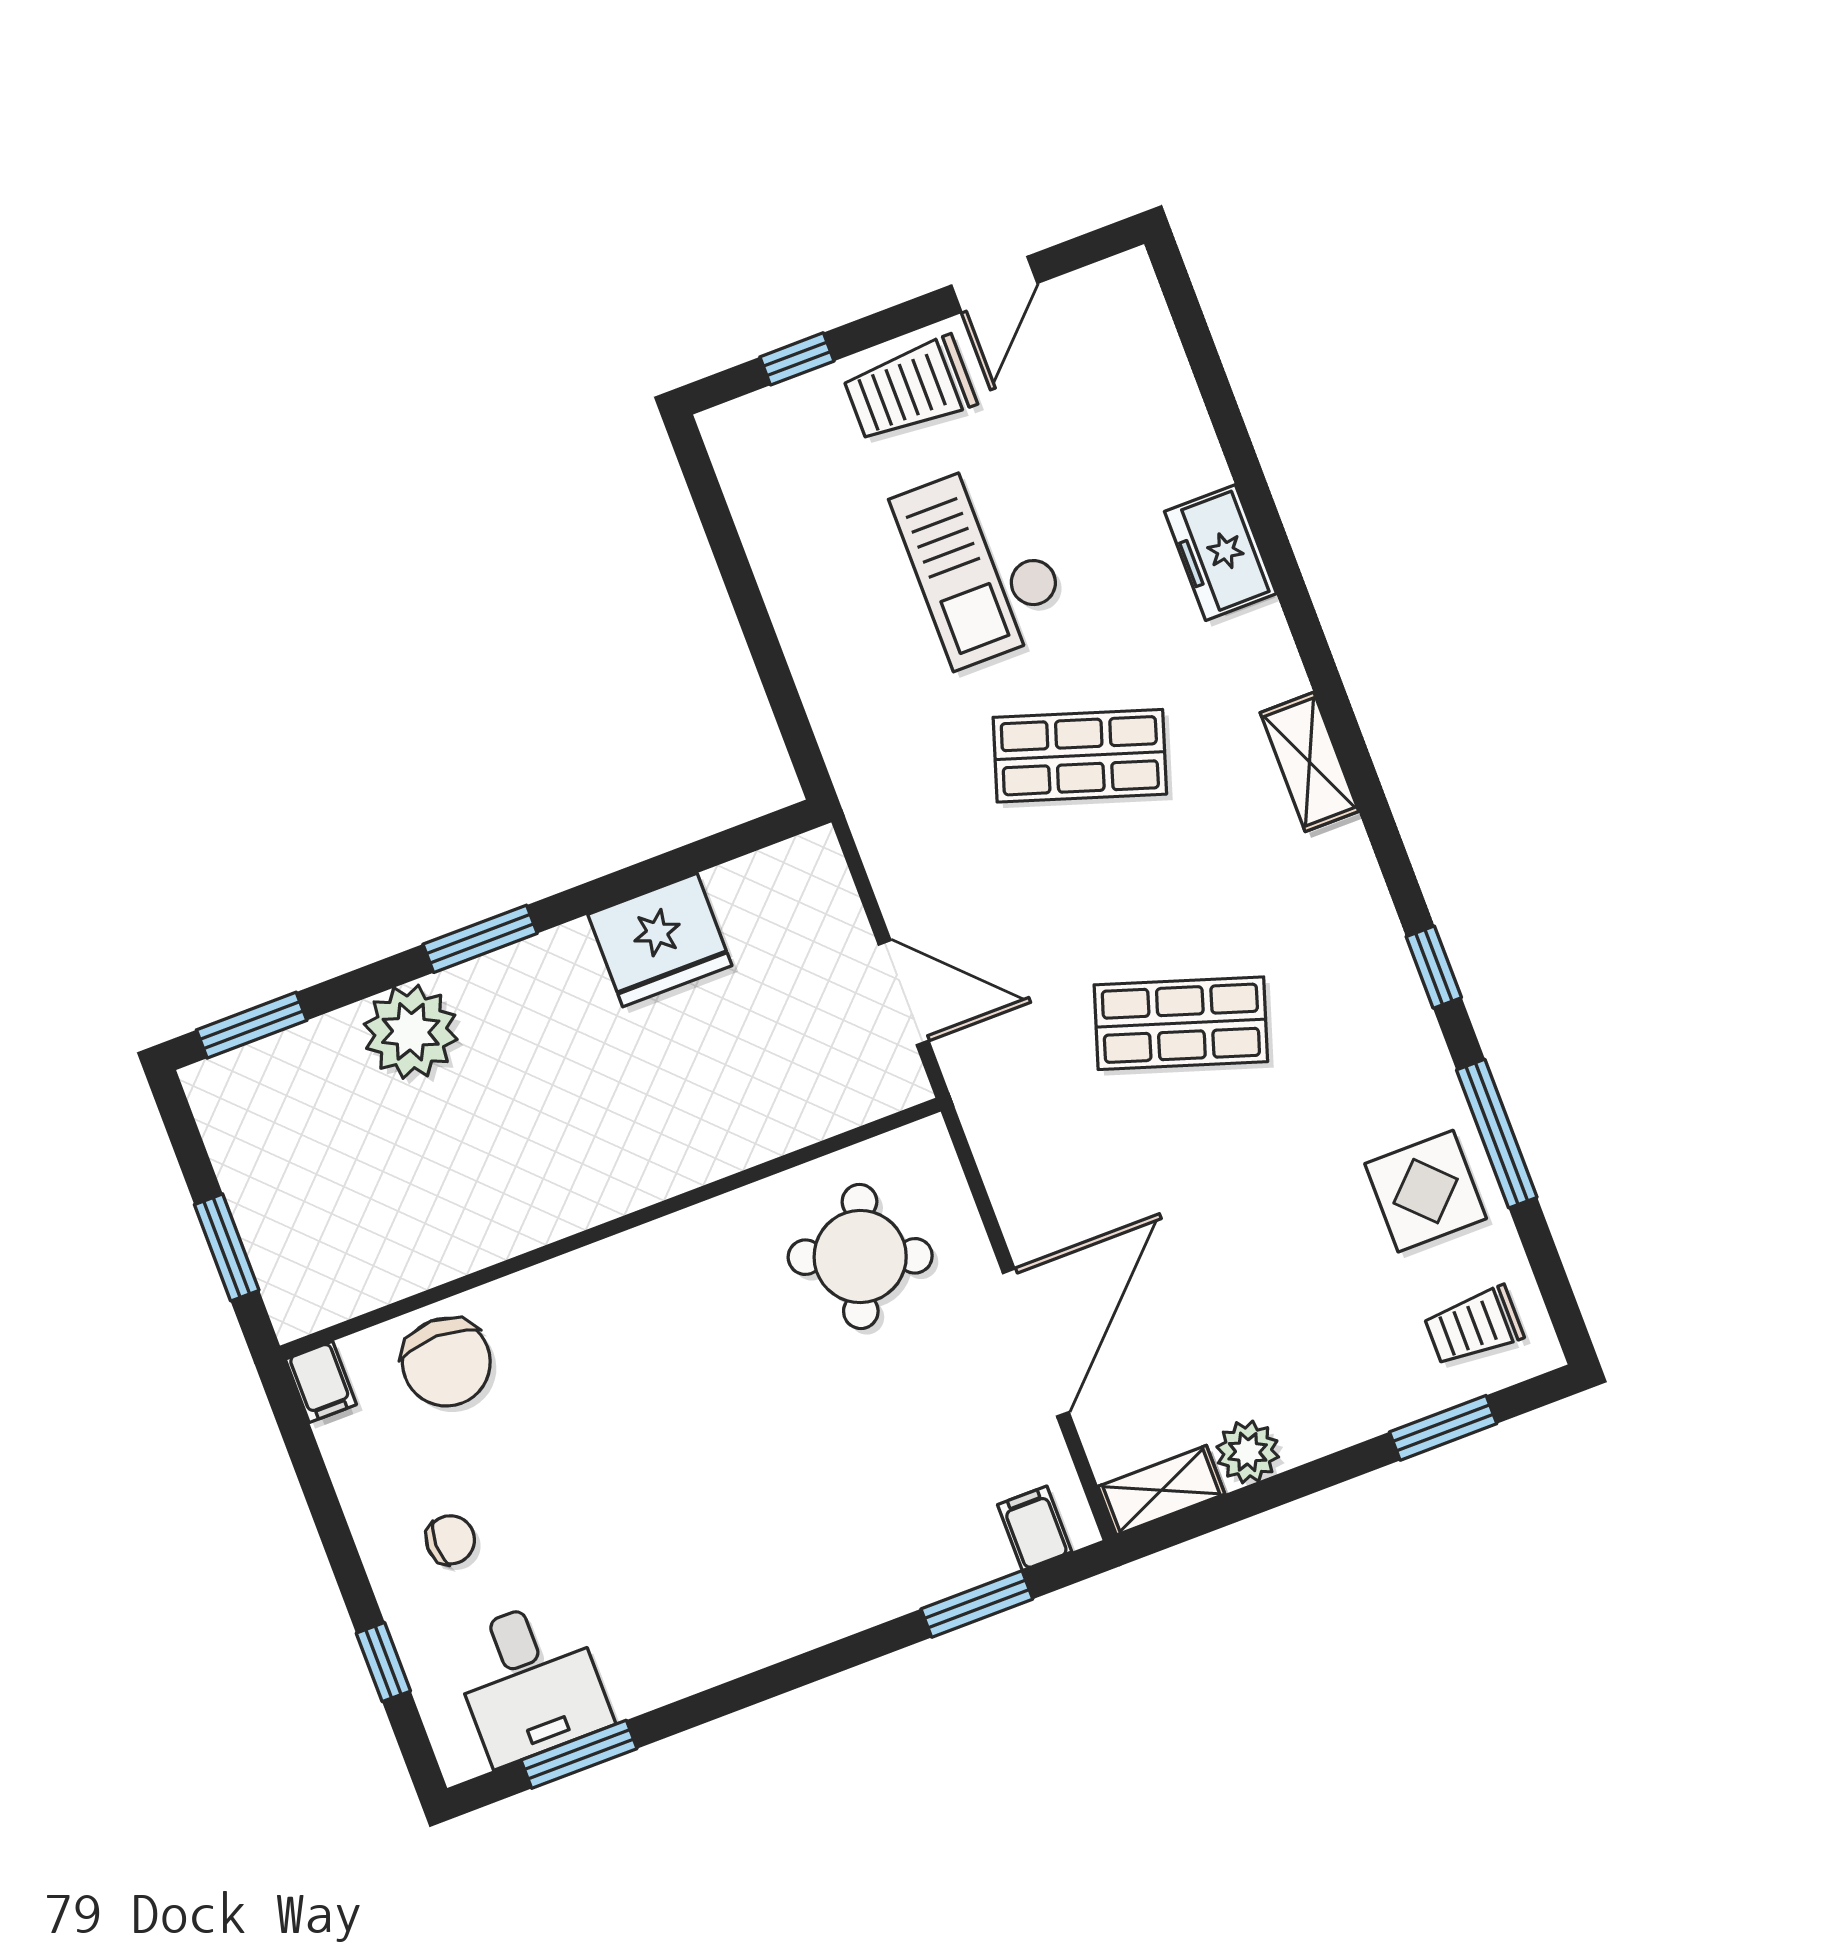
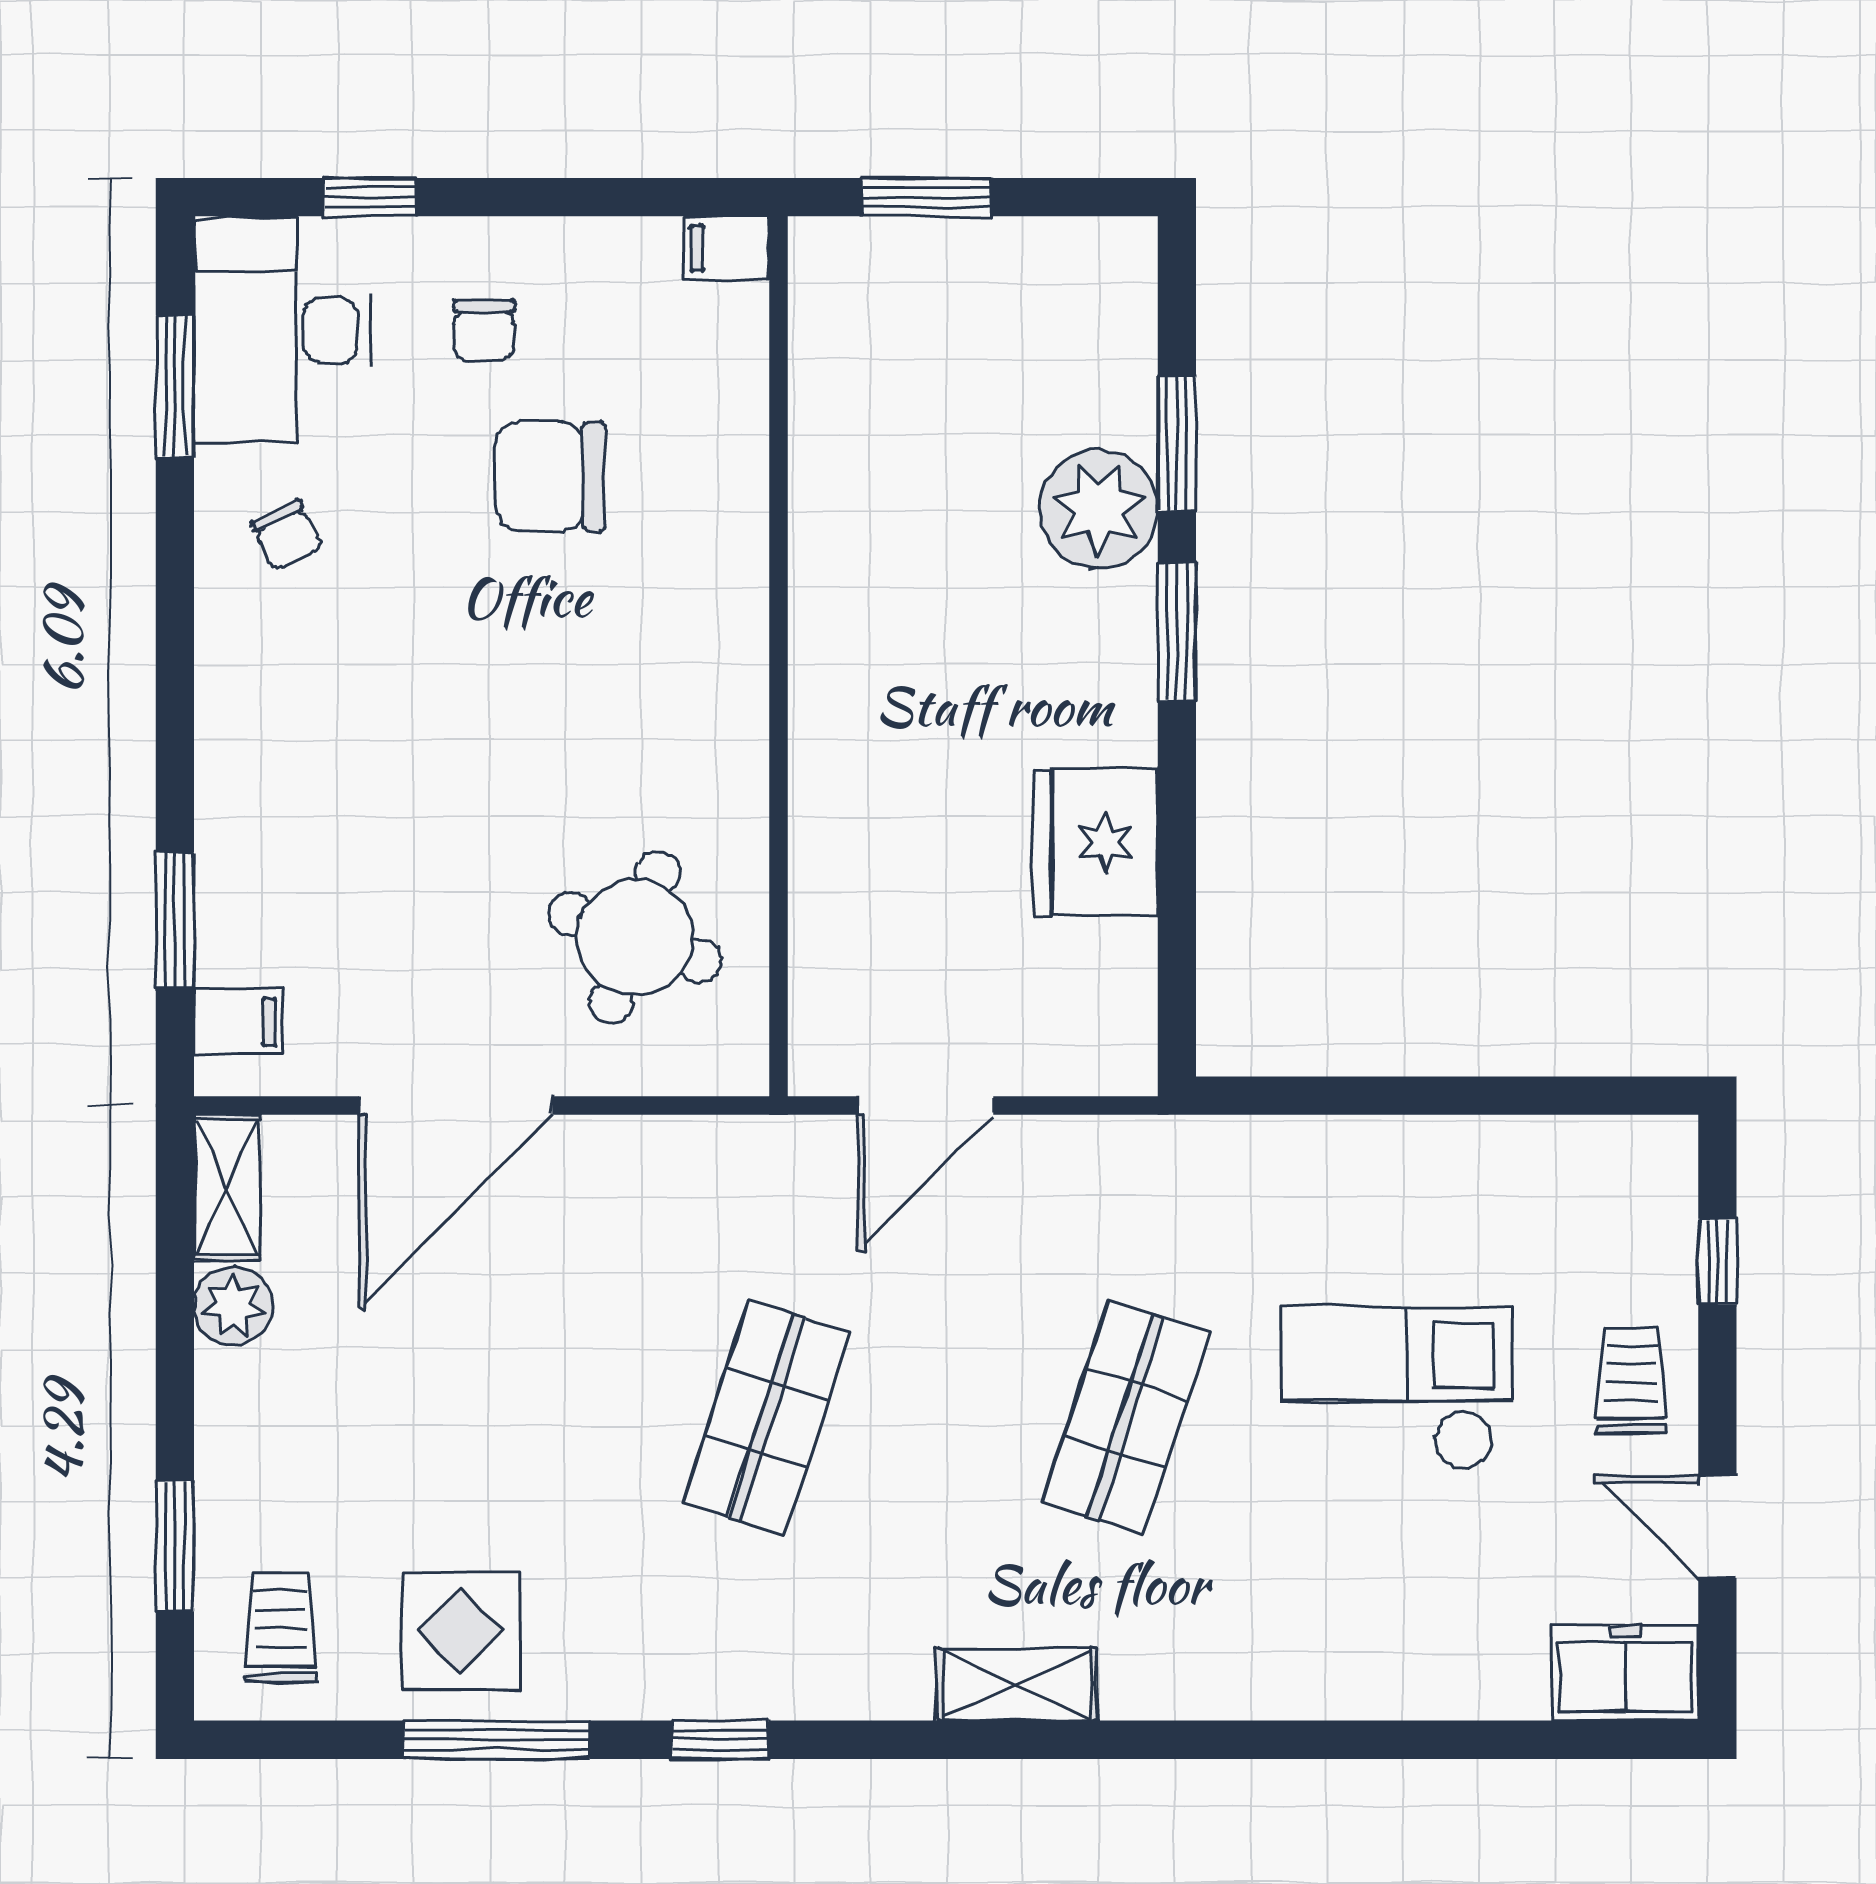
trolley: (910, 389) -> (1632, 1381), width x0.73, depth x0.72
freezer: (1220, 553) -> (1625, 1673), moved
window: (252, 1025) -> (1177, 444), moved
door: (1036, 1343) -> (456, 1106), hinge flipped
chair: (446, 1362) -> (550, 477), moved
chair: (659, 1629) -> (287, 535), added
desk: (530, 1681) -> (283, 330), width x1.37

